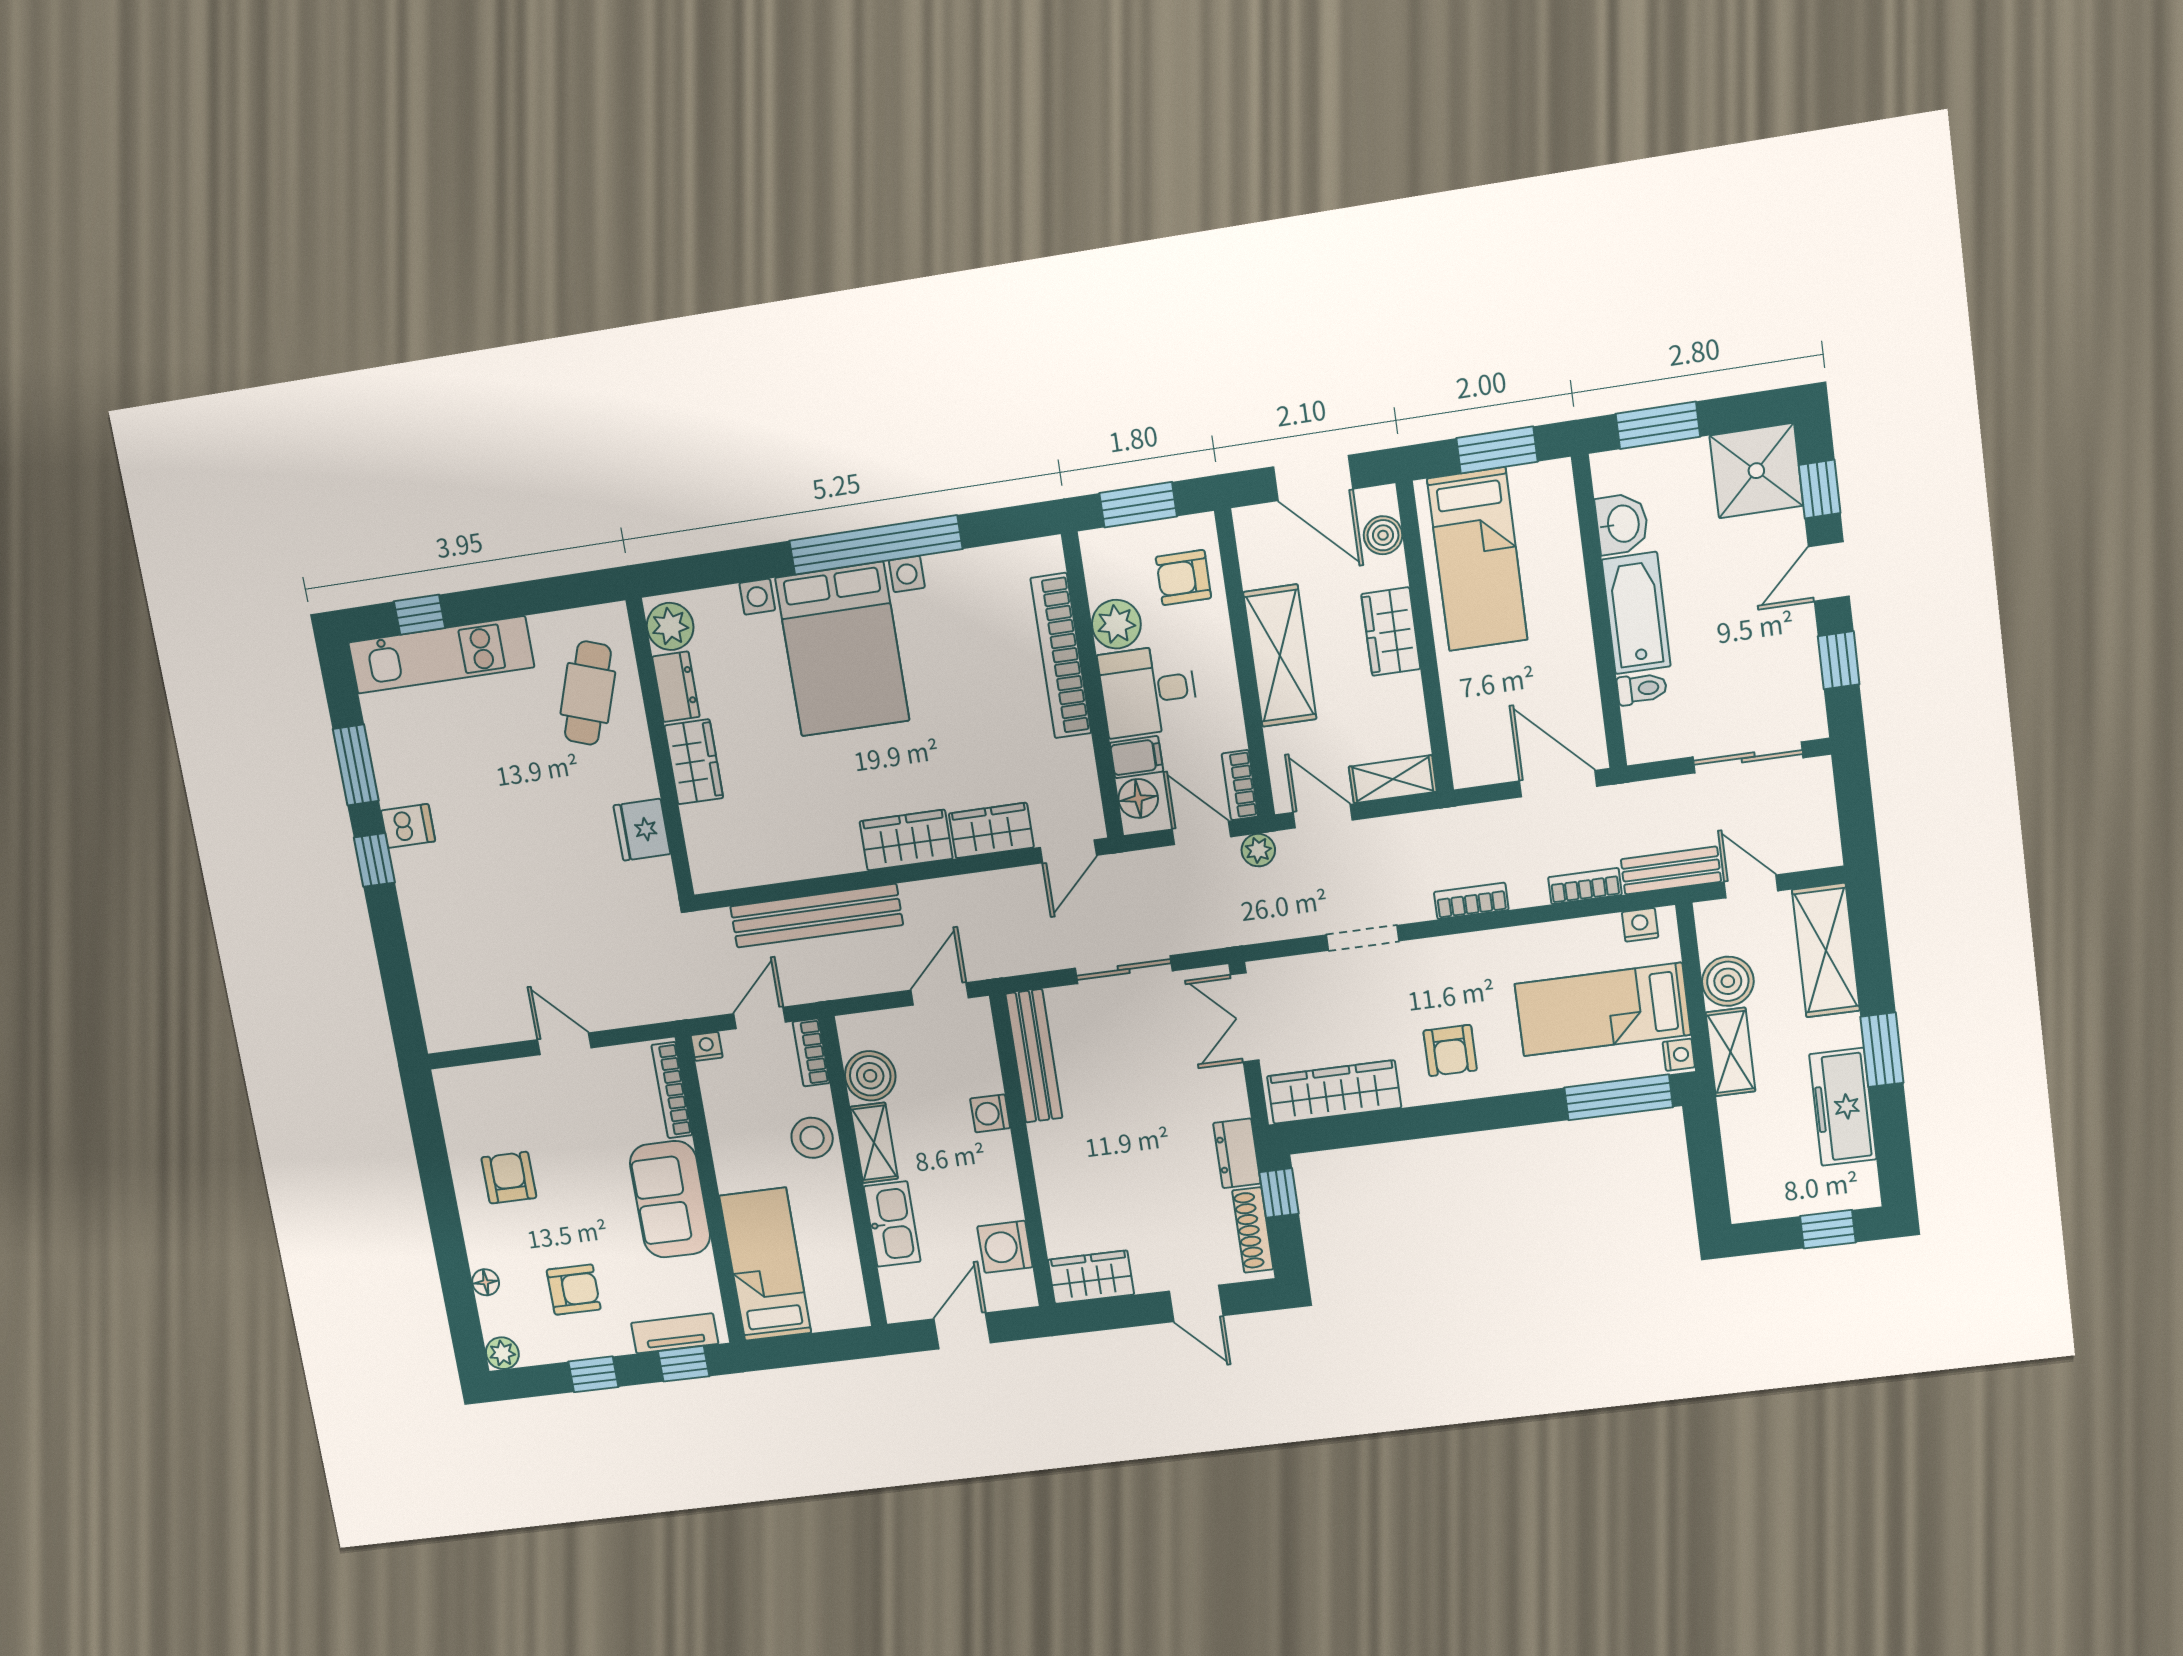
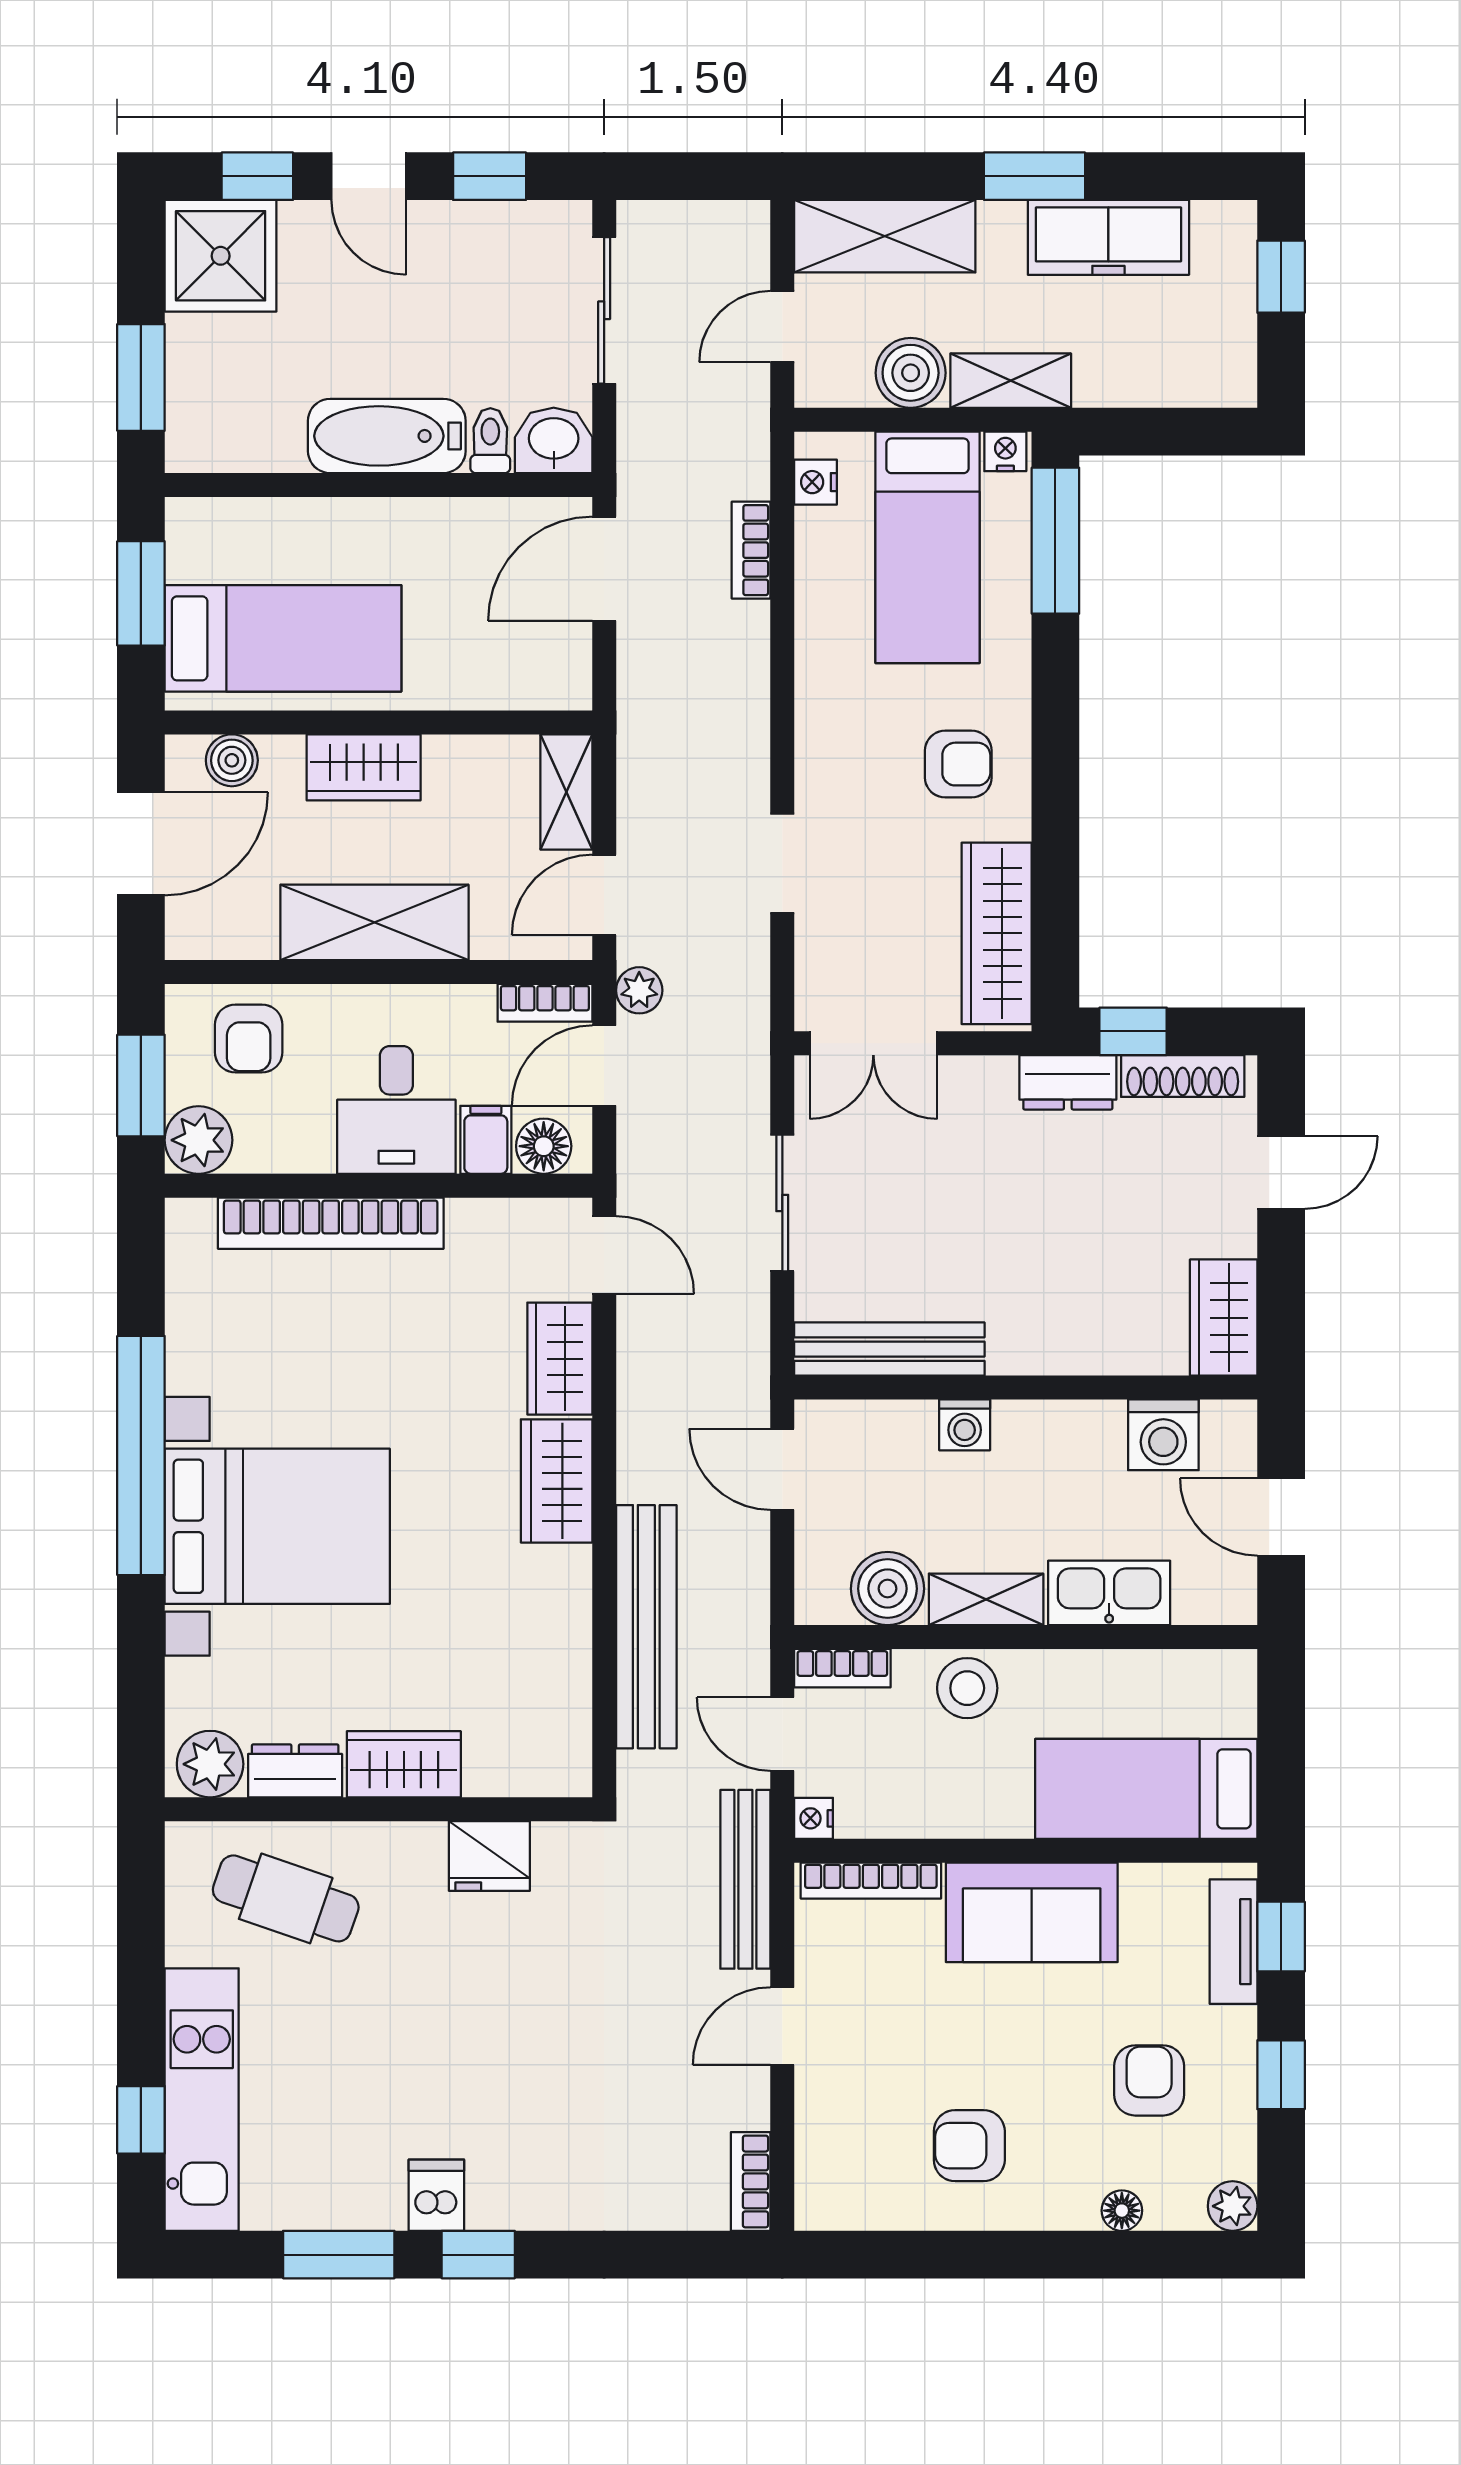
washbasin: (1622, 524) -> (554, 440), moved
plant: (1116, 624) -> (199, 1140), moved
bench: (1671, 870) -> (745, 1879), moved, width x1.36
bookcase: (1471, 901) -> (751, 2181), moved

